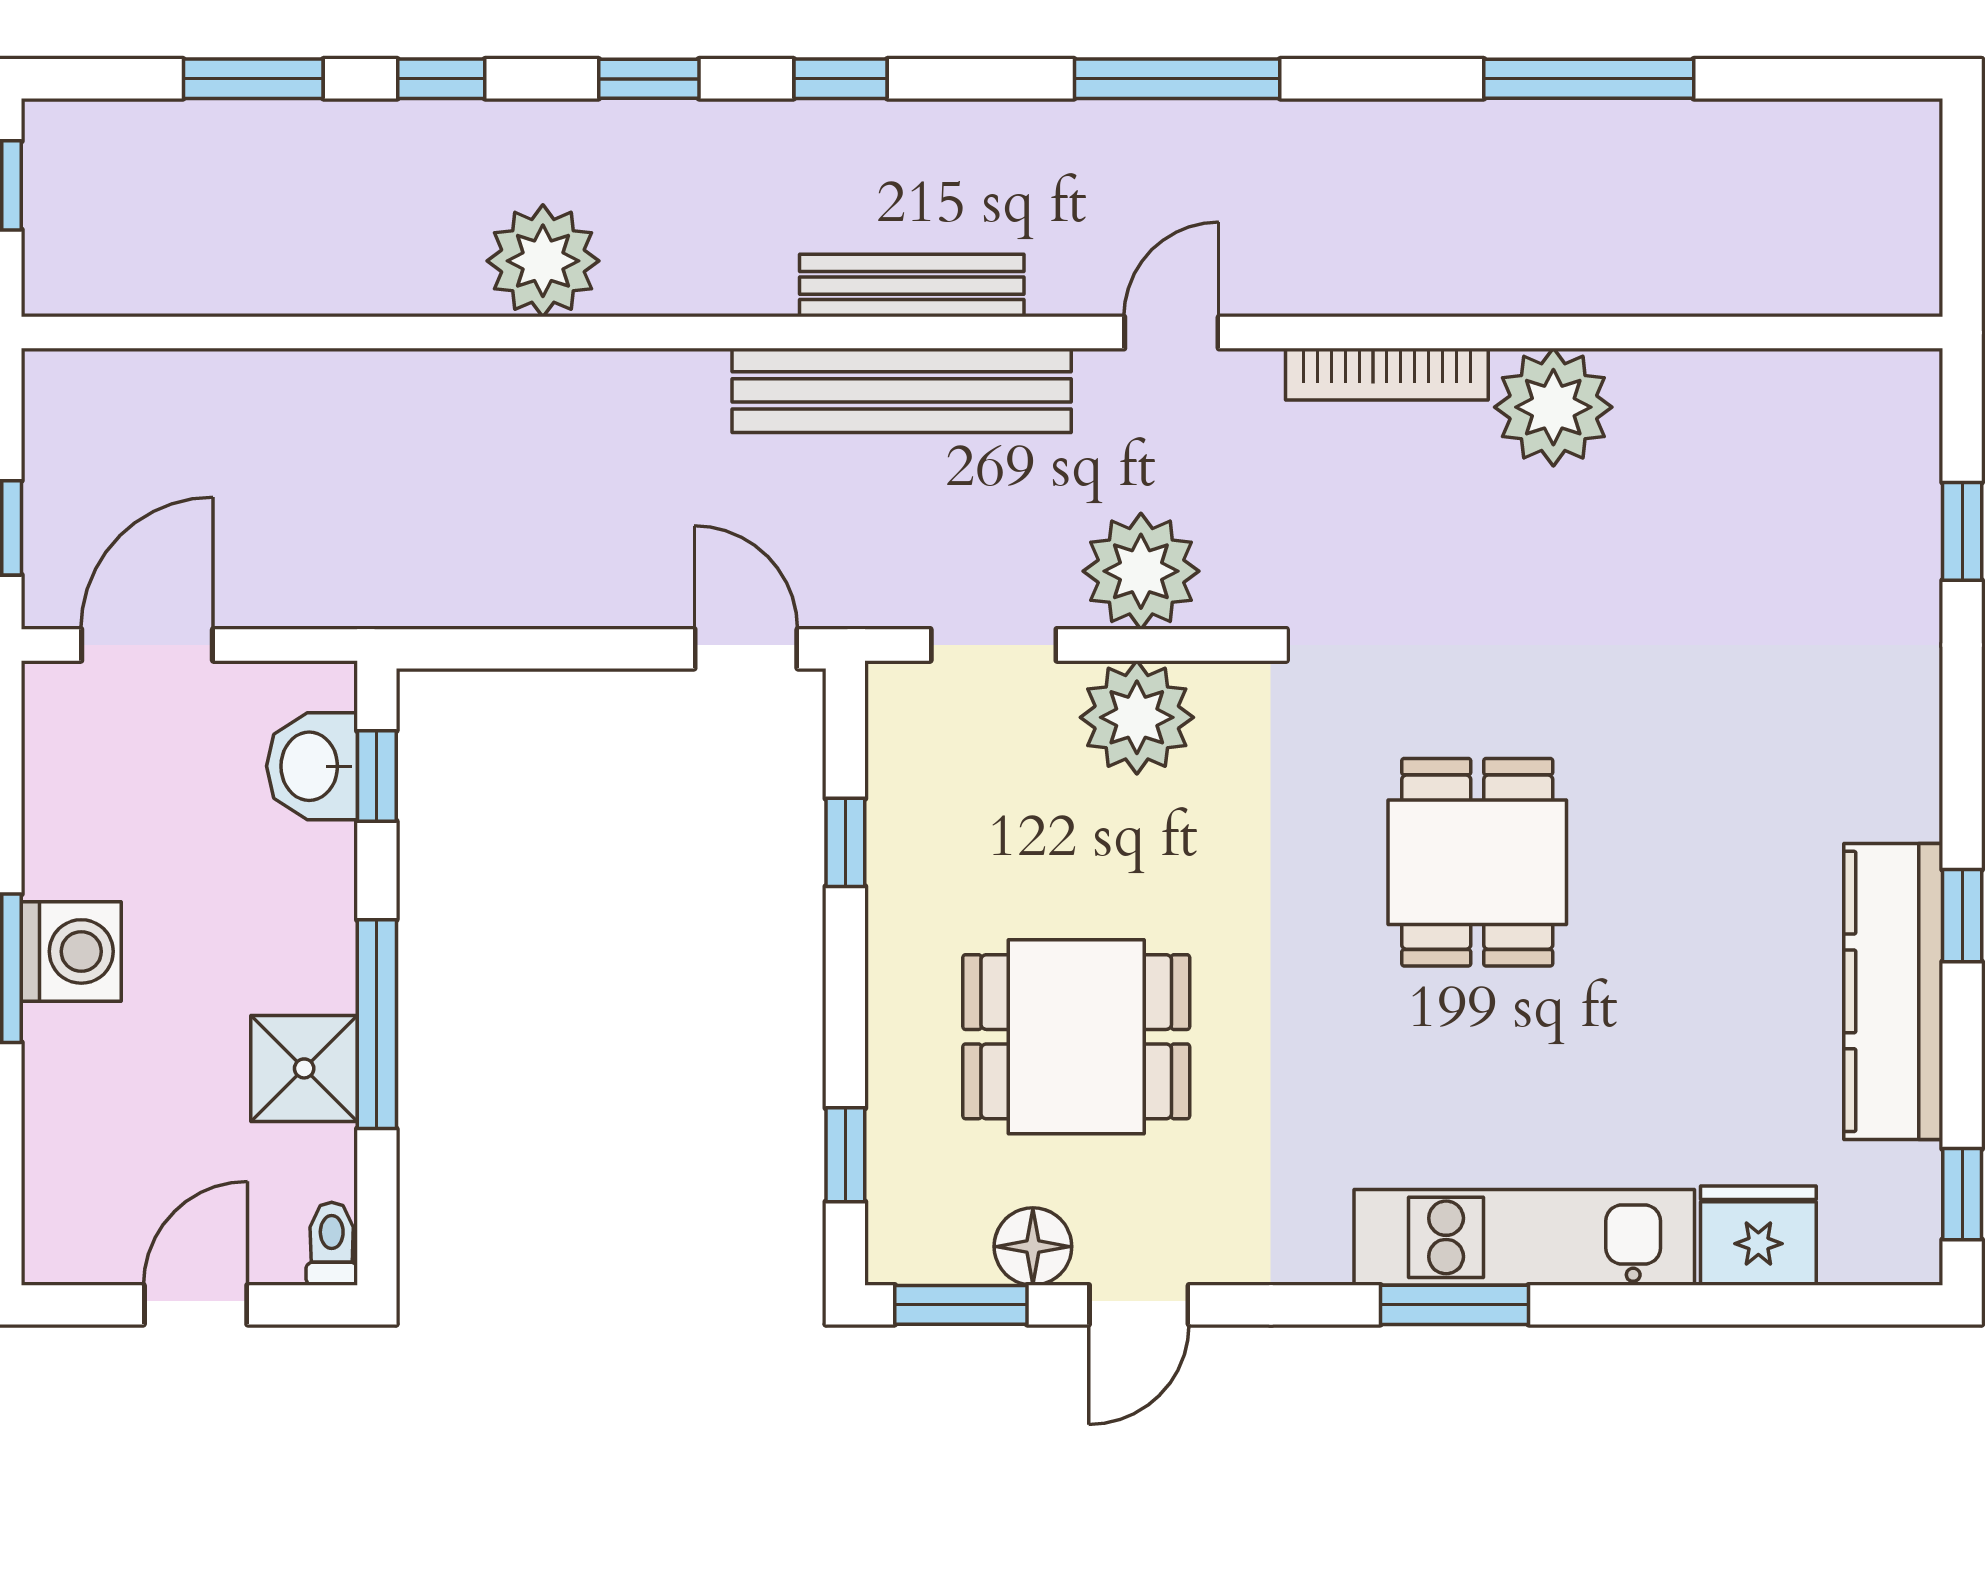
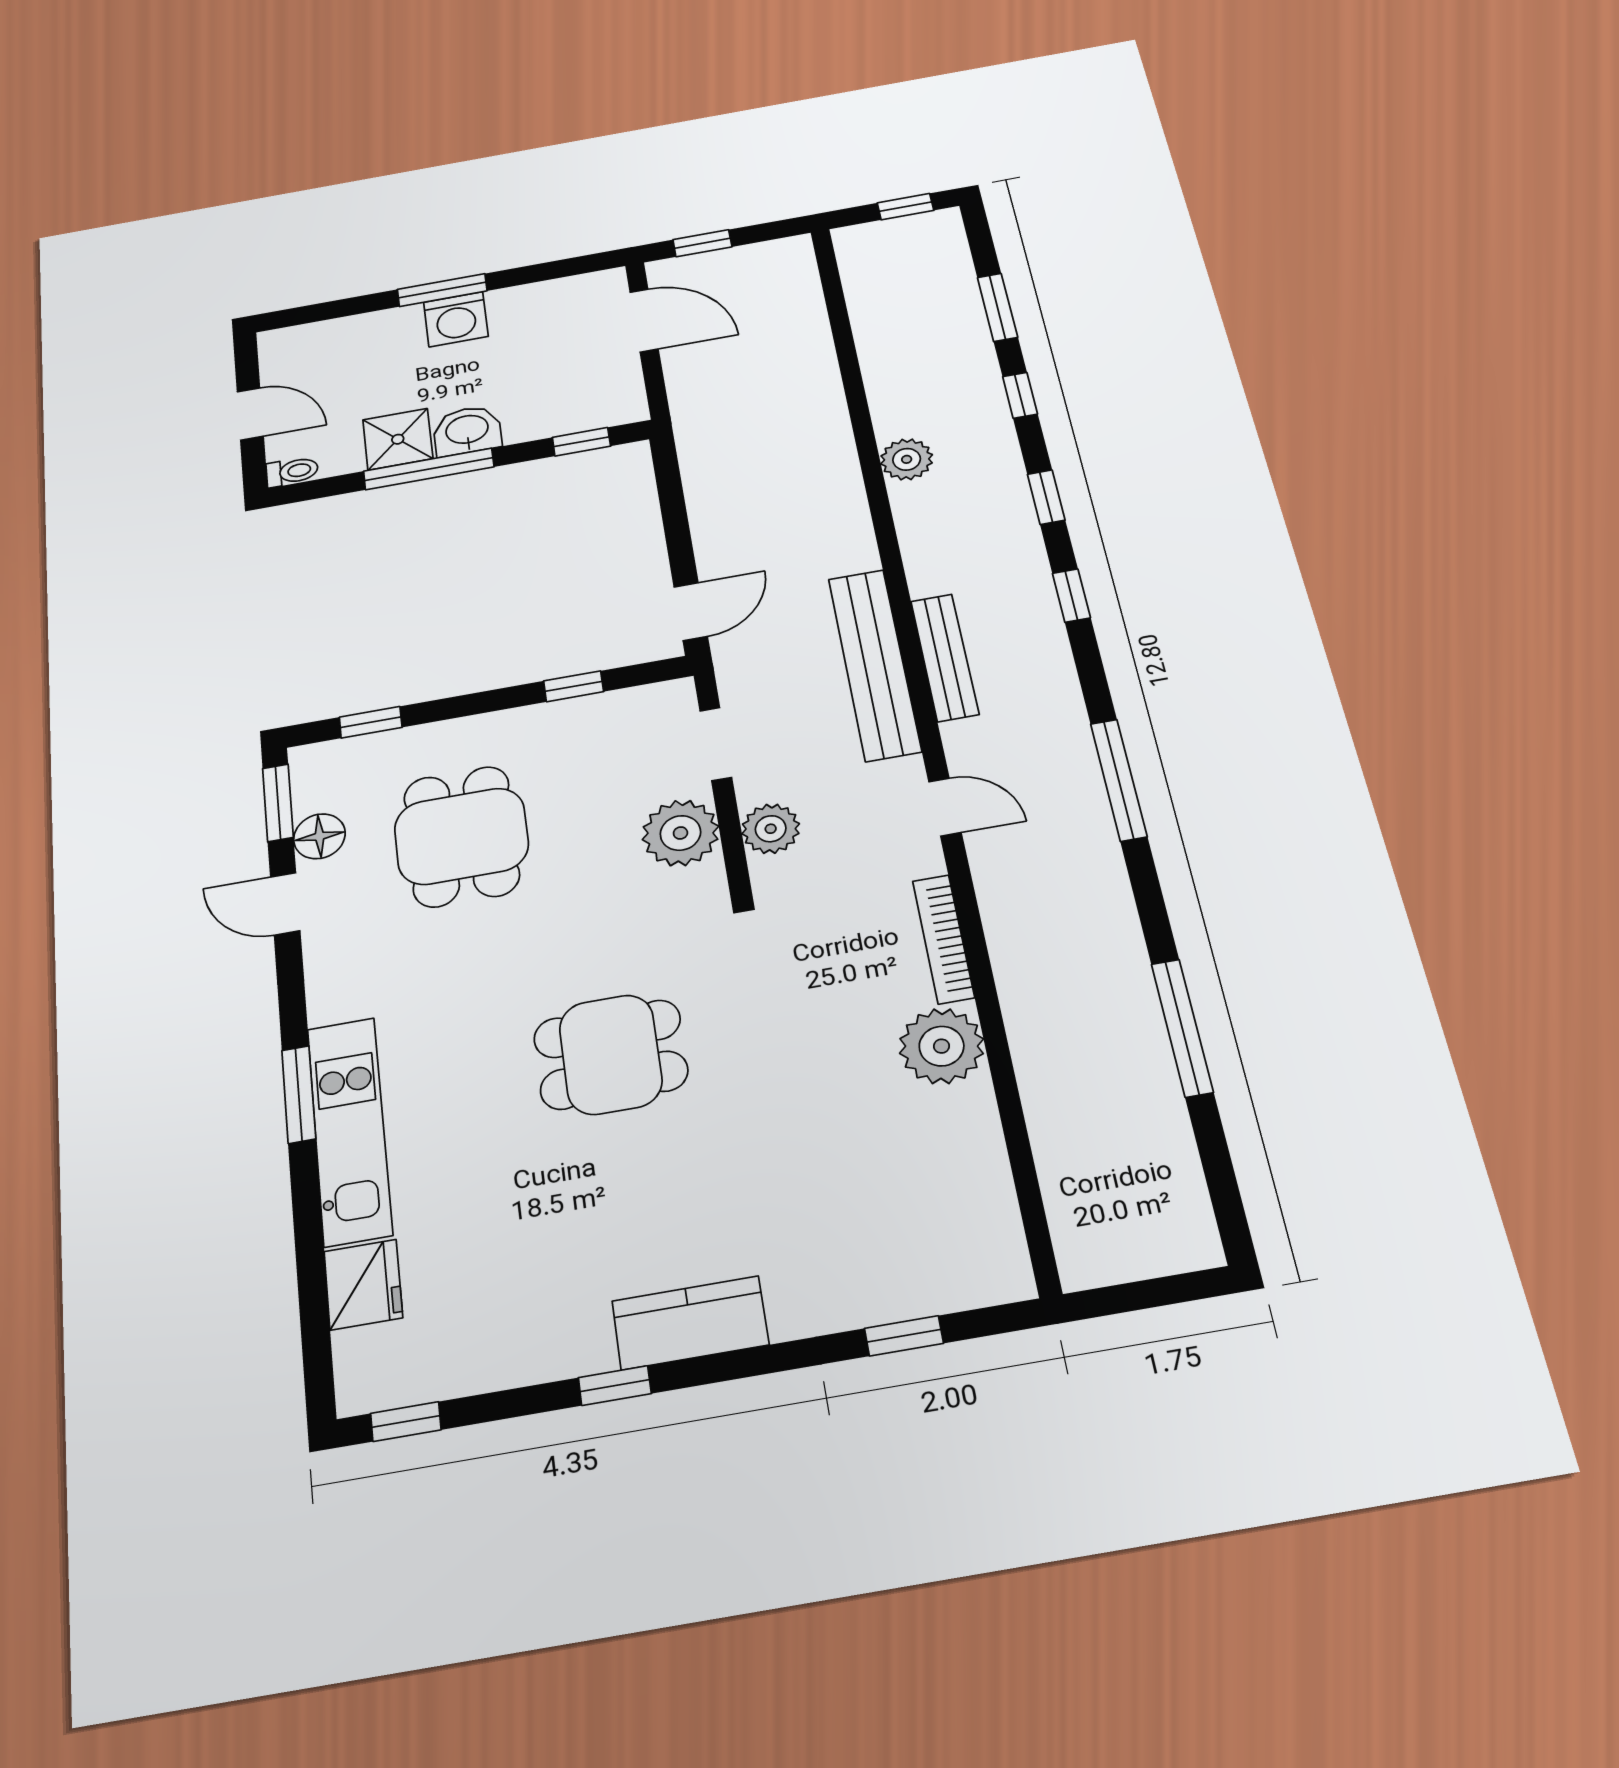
plant: (543, 261) -> (907, 459), width x0.73, depth x0.73
plant: (1141, 571) -> (771, 829), width x0.73, depth x0.73
washbasin: (312, 766) -> (467, 431), moved
kitchen counter: (1893, 991) -> (690, 1323), moved, width x0.67

